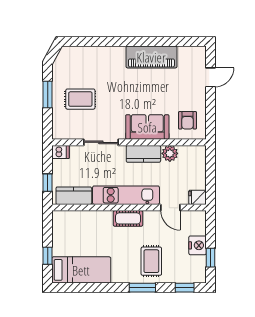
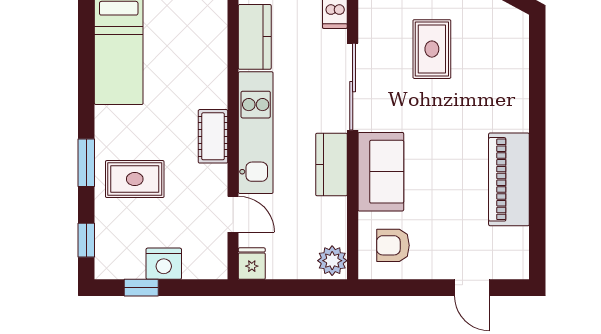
sliding door: (101, 142) -> (353, 87), width x1.37
plant: (170, 153) -> (332, 261), moved
door: (170, 208) -> (233, 214), swing flipped

